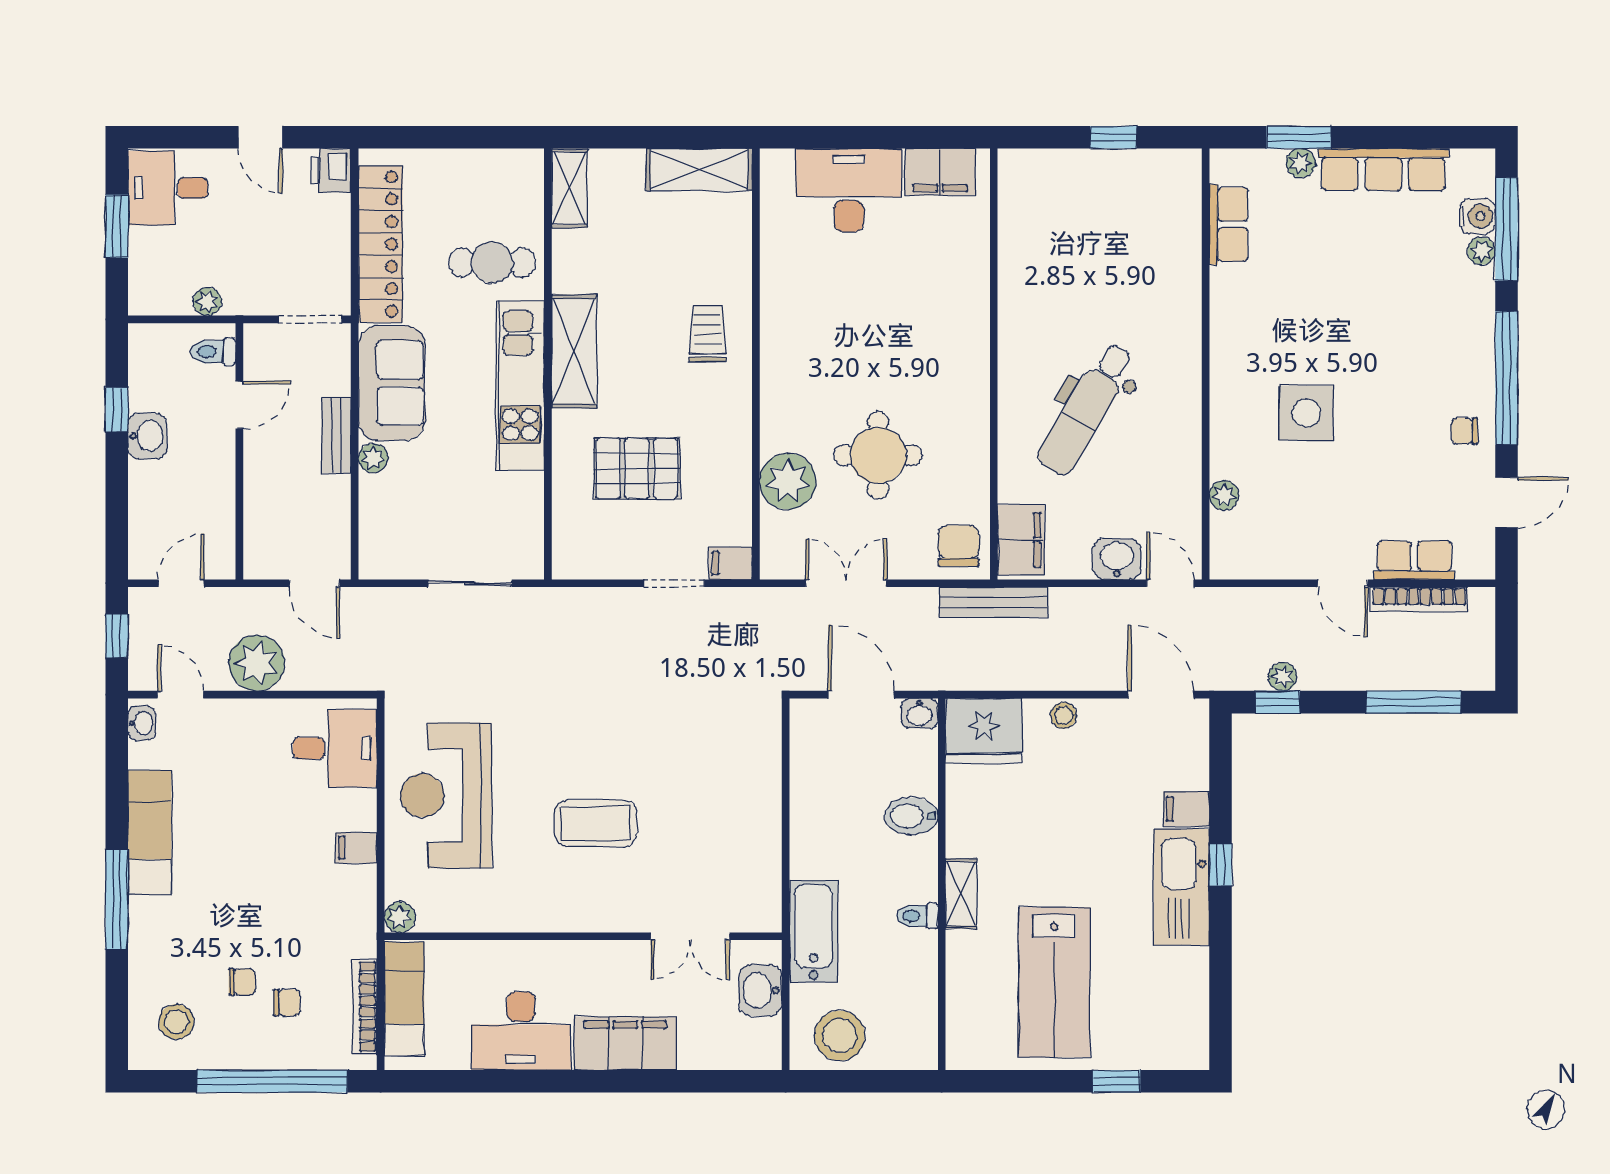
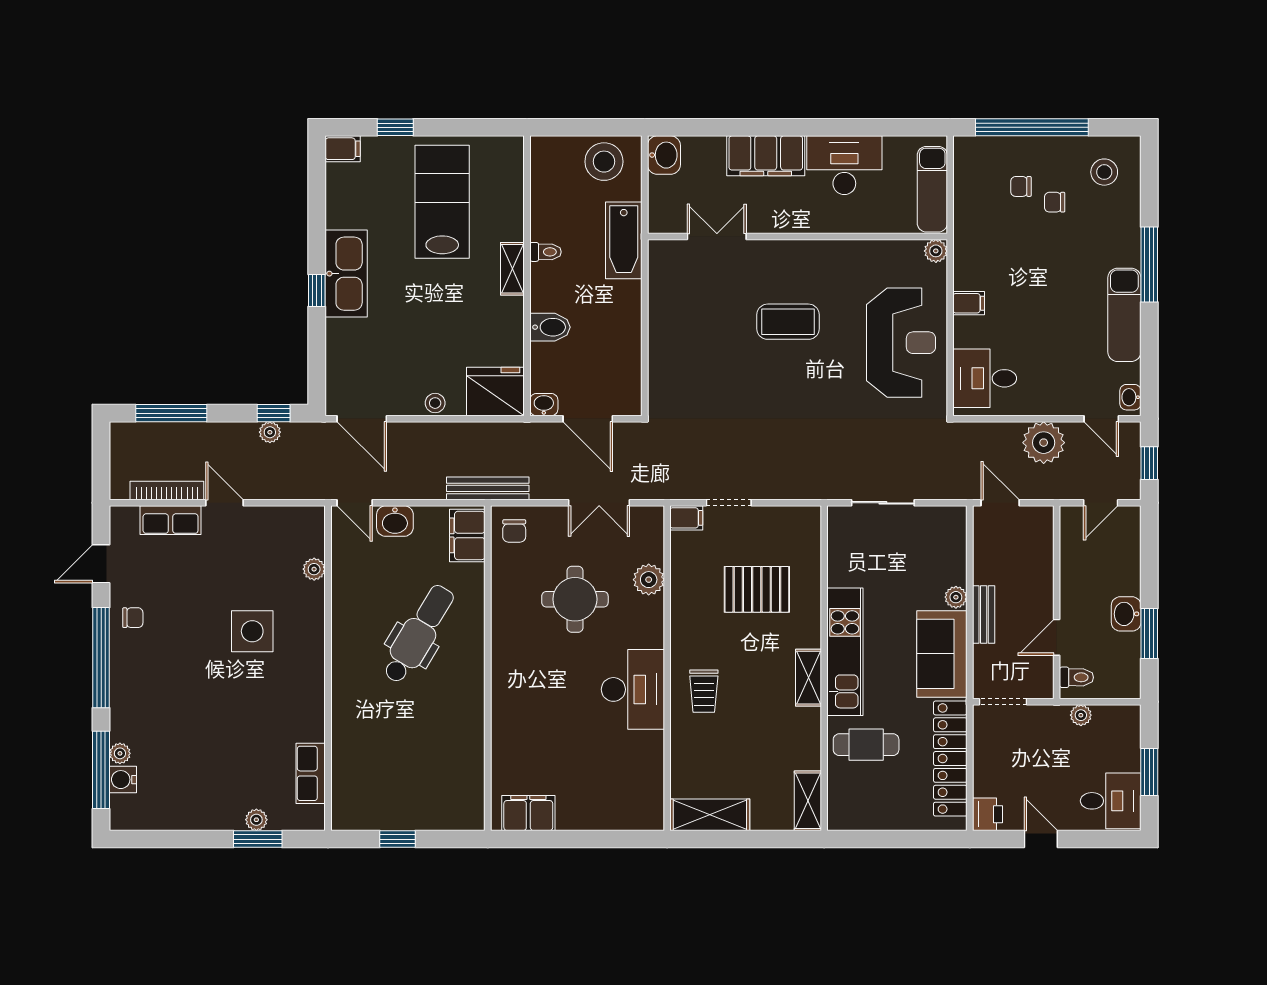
row of seats: (1383, 170) -> (194, 815), removed
desk: (849, 190) -> (633, 689), moved, turned -90
shelving: (574, 351) -> (808, 678), width x0.67, depth x0.75
window: (117, 410) -> (1149, 634), width x1.50
plant: (788, 481) -> (649, 580), width x0.73, depth x0.73
chair: (959, 546) -> (514, 531), width x0.73, depth x0.73
filing cabinet: (1186, 809) -> (343, 149), moved
washbasin: (760, 990) -> (664, 155), moved
bookcase: (365, 1007) -> (962, 184), removed

